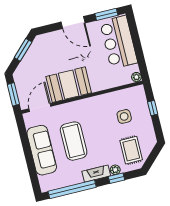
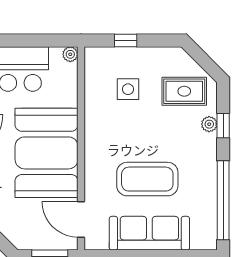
booth: (69, 85) -> (47, 153), width x1.36, depth x1.42
fireplace: (96, 174) -> (208, 156), removed

